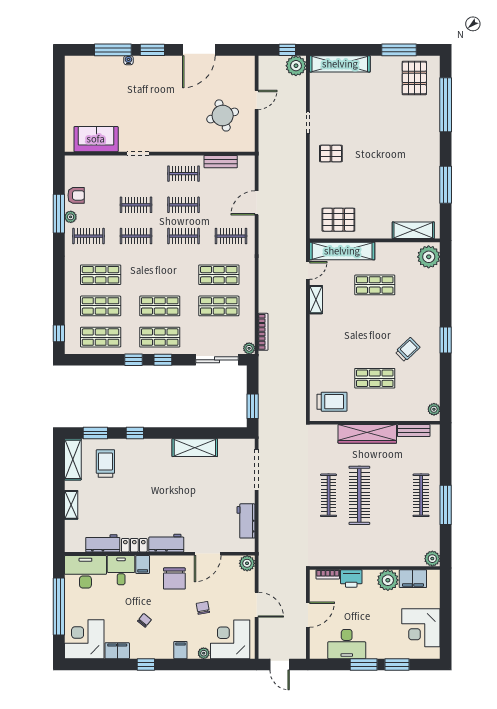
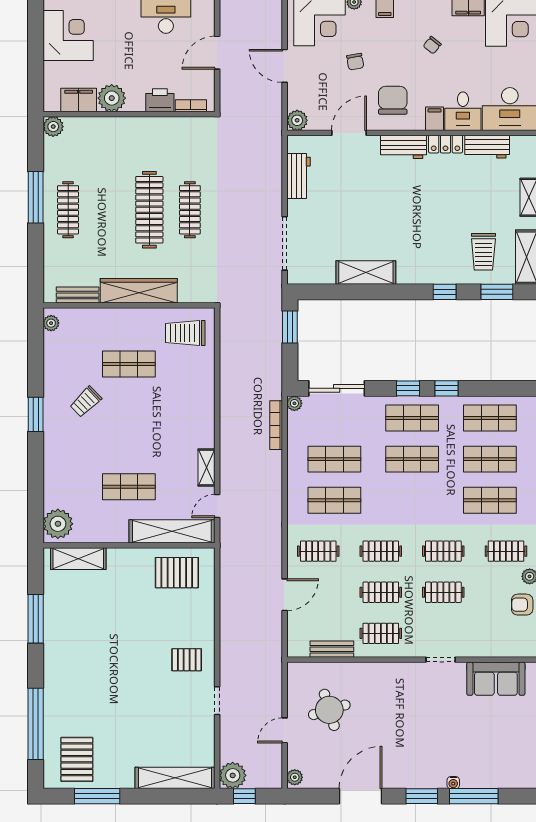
plant: (249, 64) -> (295, 777), added

